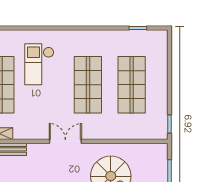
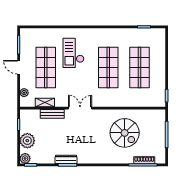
double door: (65, 141) -> (80, 108), moved

